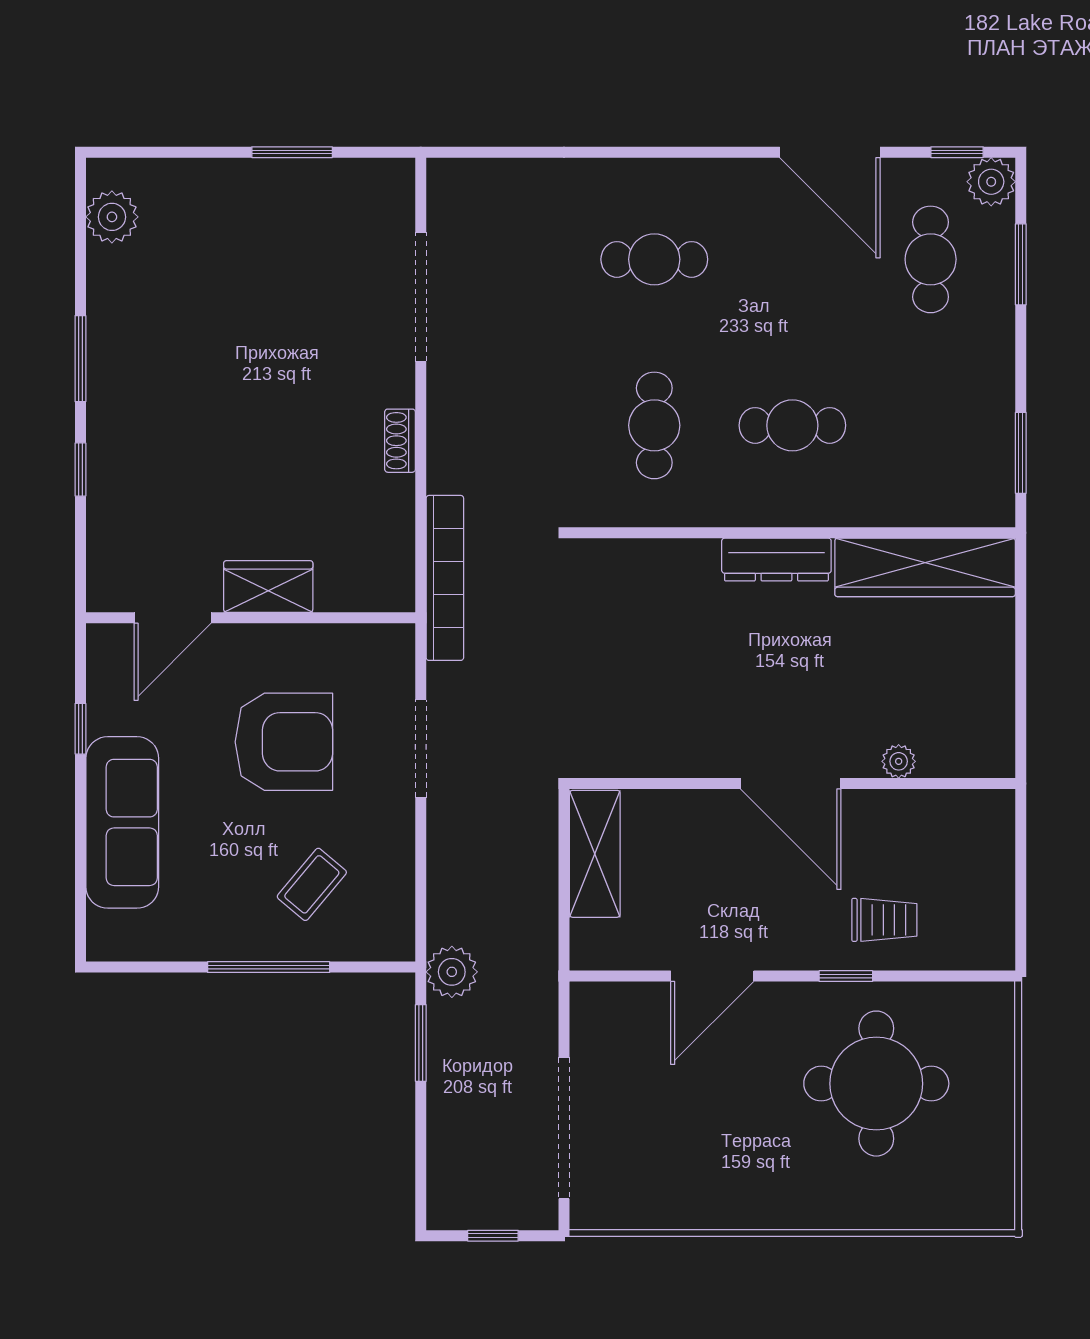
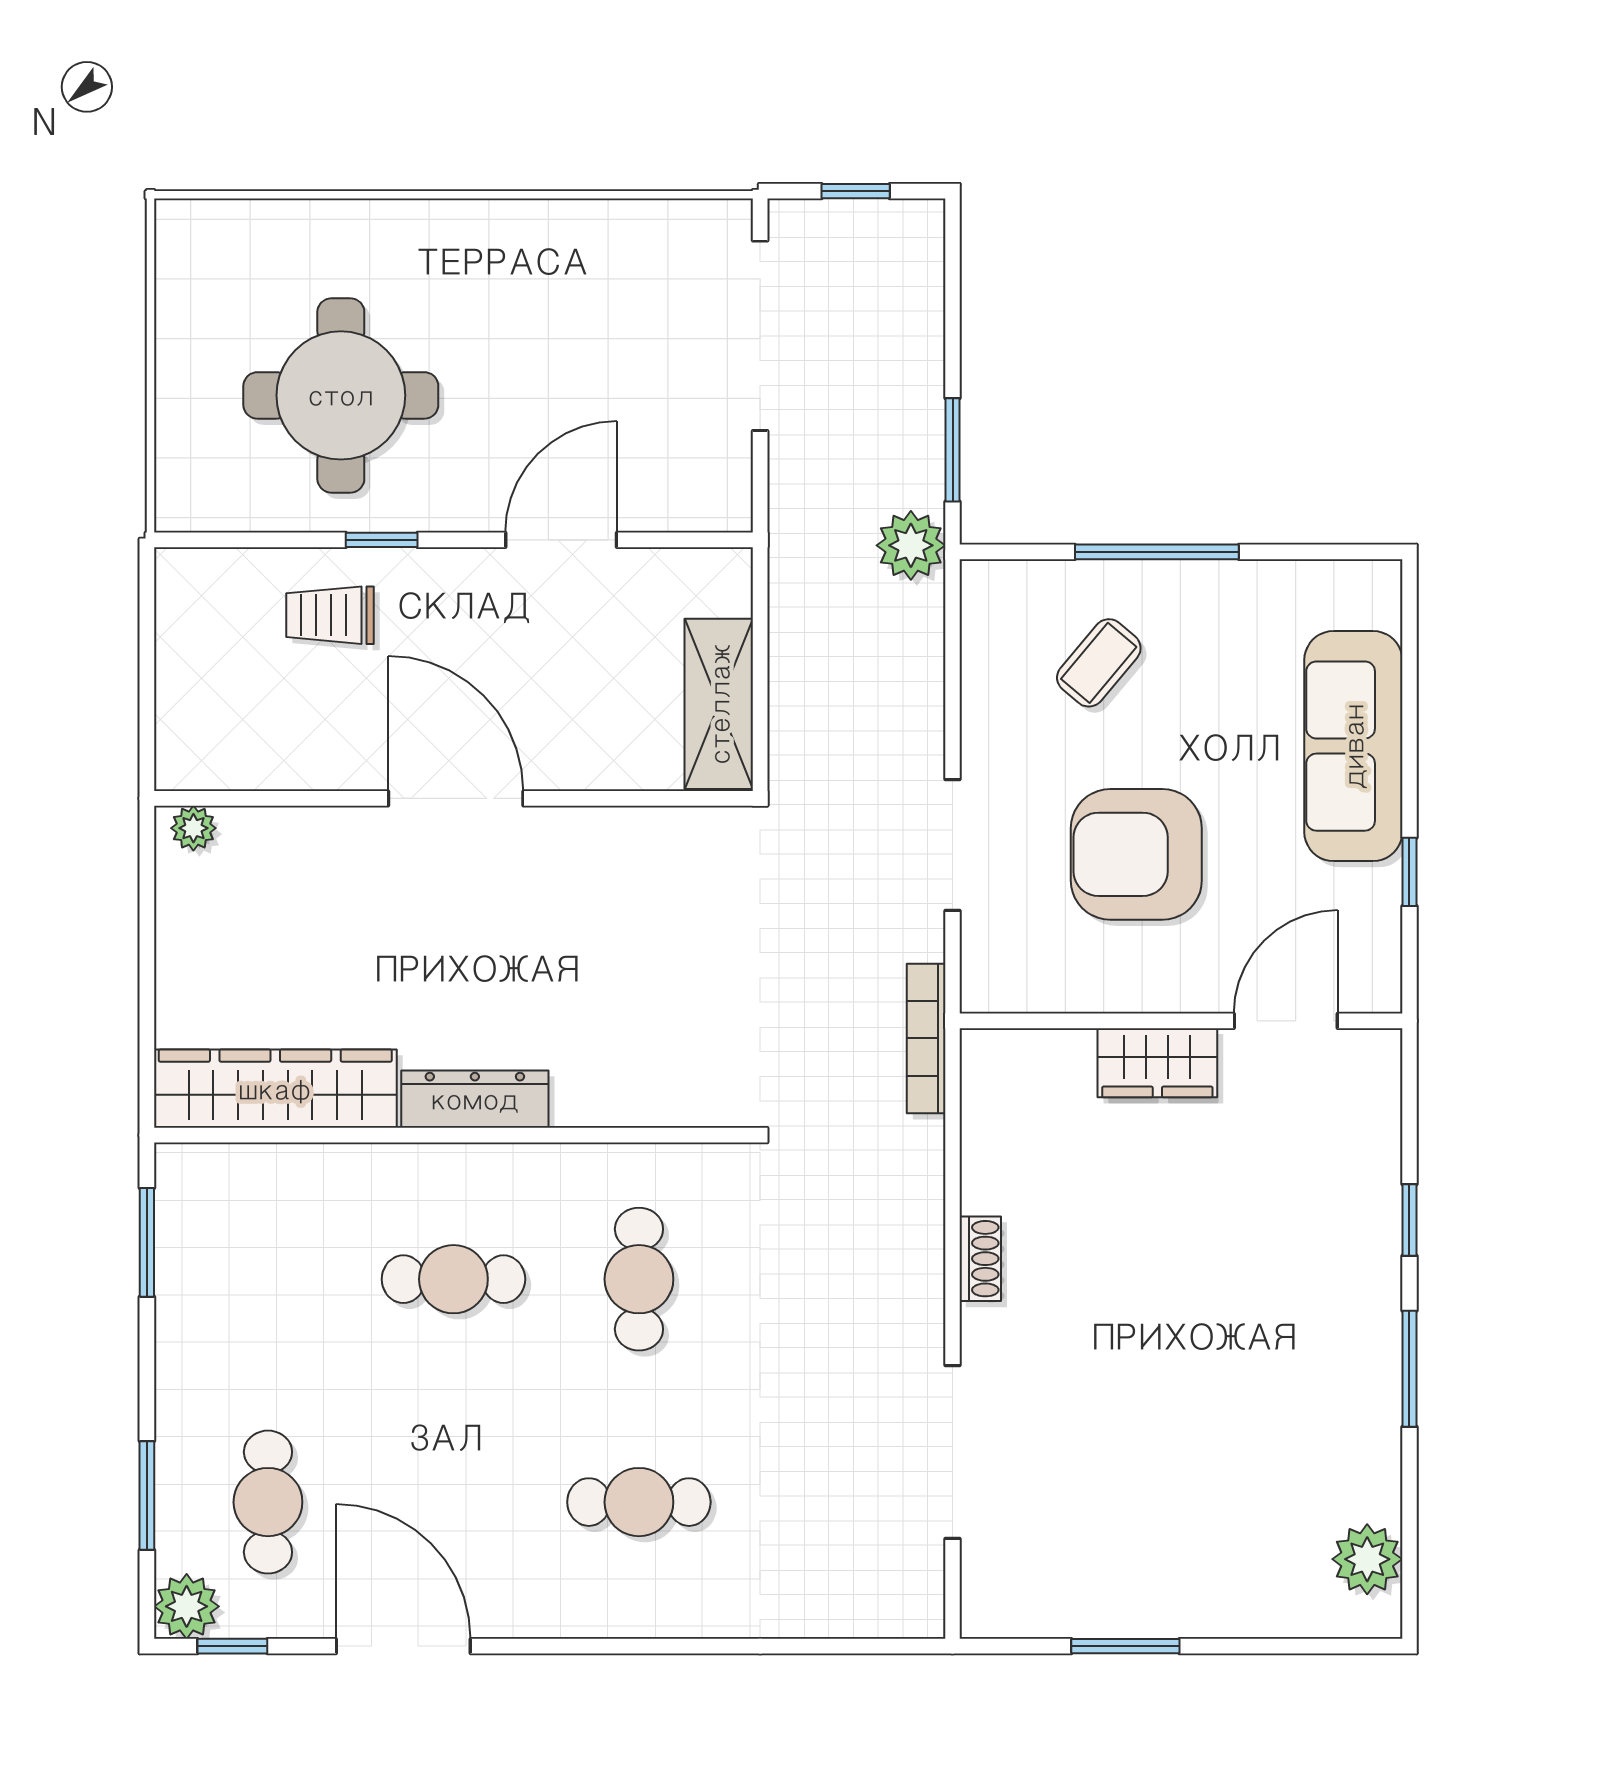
bookcase: (445, 578) -> (926, 1038), width x0.68, depth x0.76
plant: (899, 761) -> (193, 828), moved

